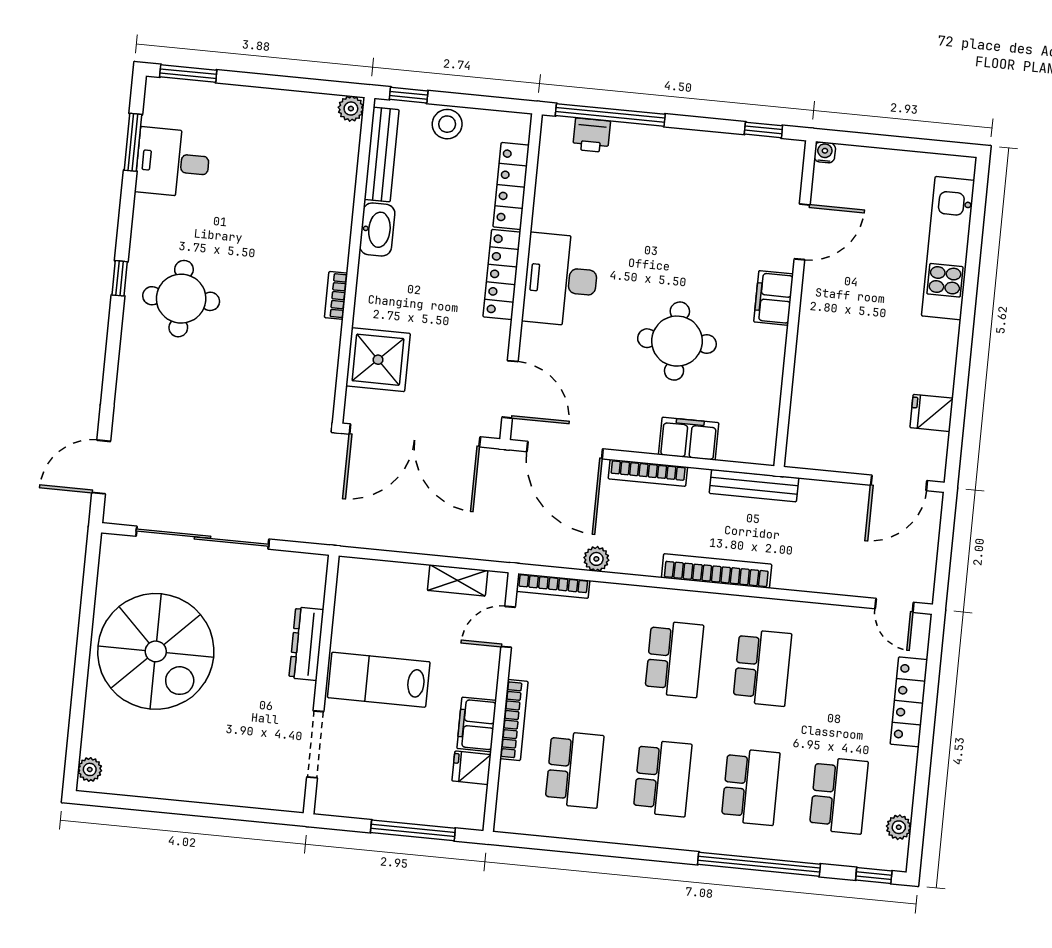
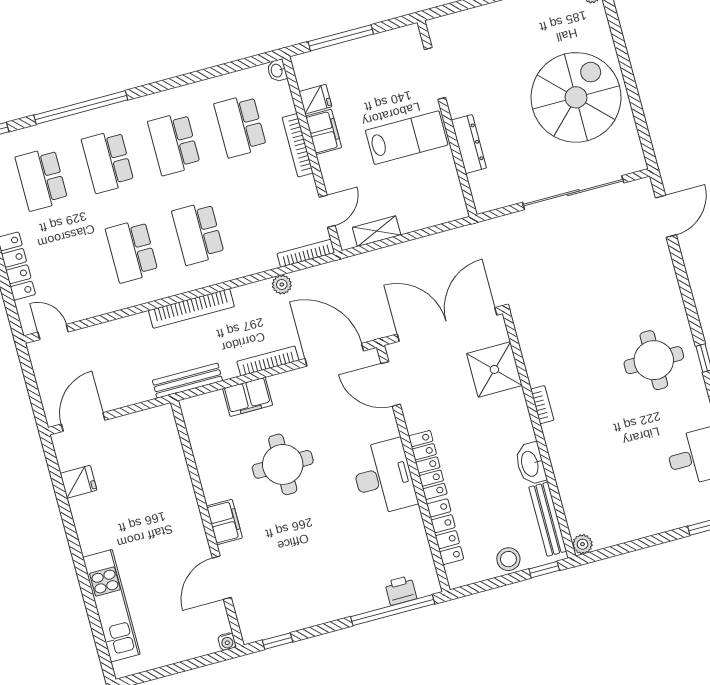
spiral stairs: (156, 651) -> (576, 97), turned 90
washbasin: (505, 820) -> (277, 71), added

